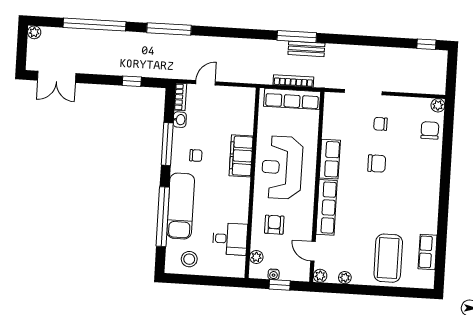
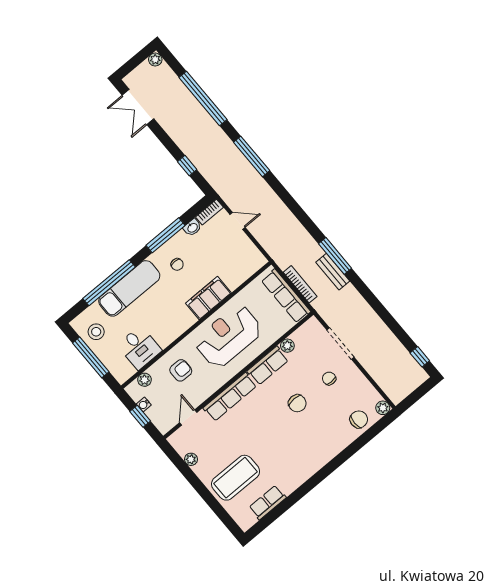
plant: (320, 276) -> (287, 346), moved
window: (204, 280) -> (91, 357), added

